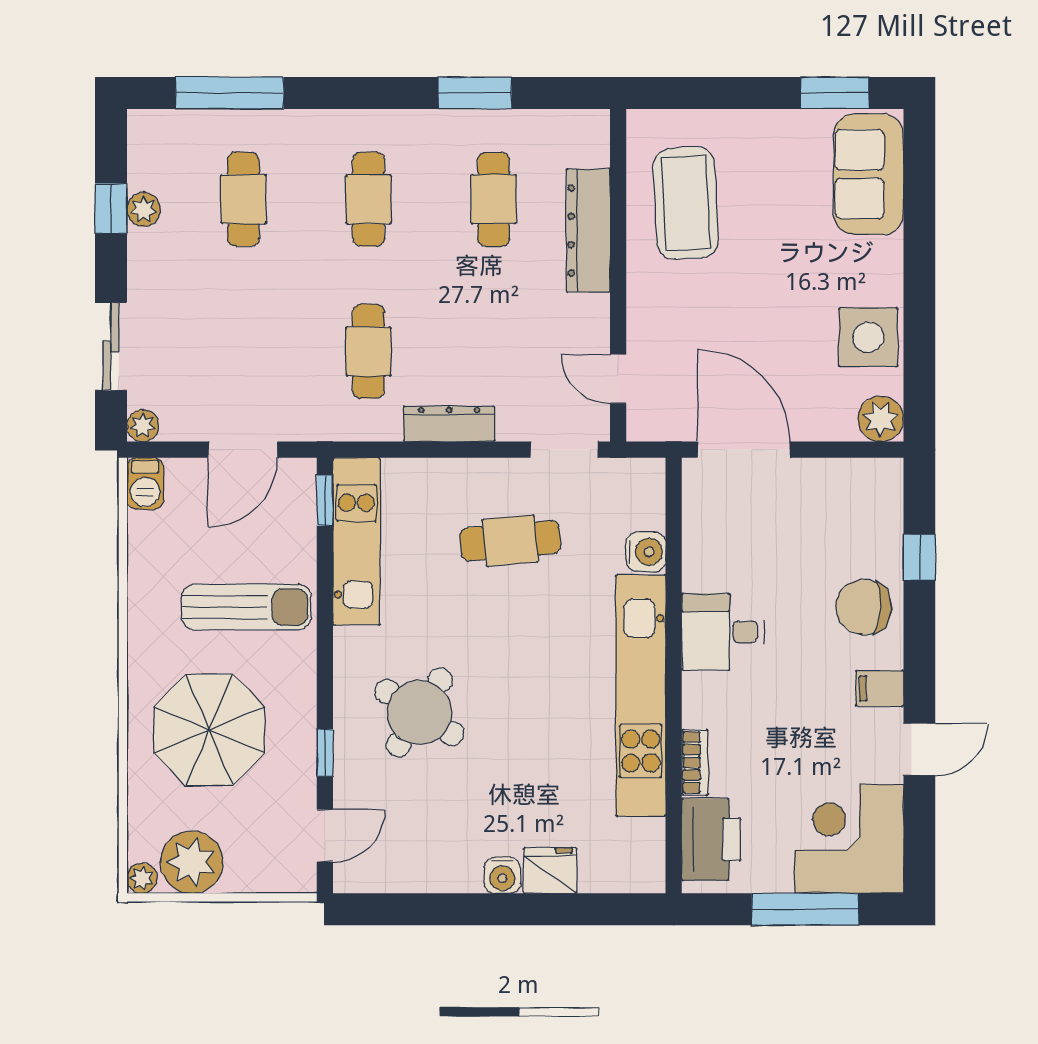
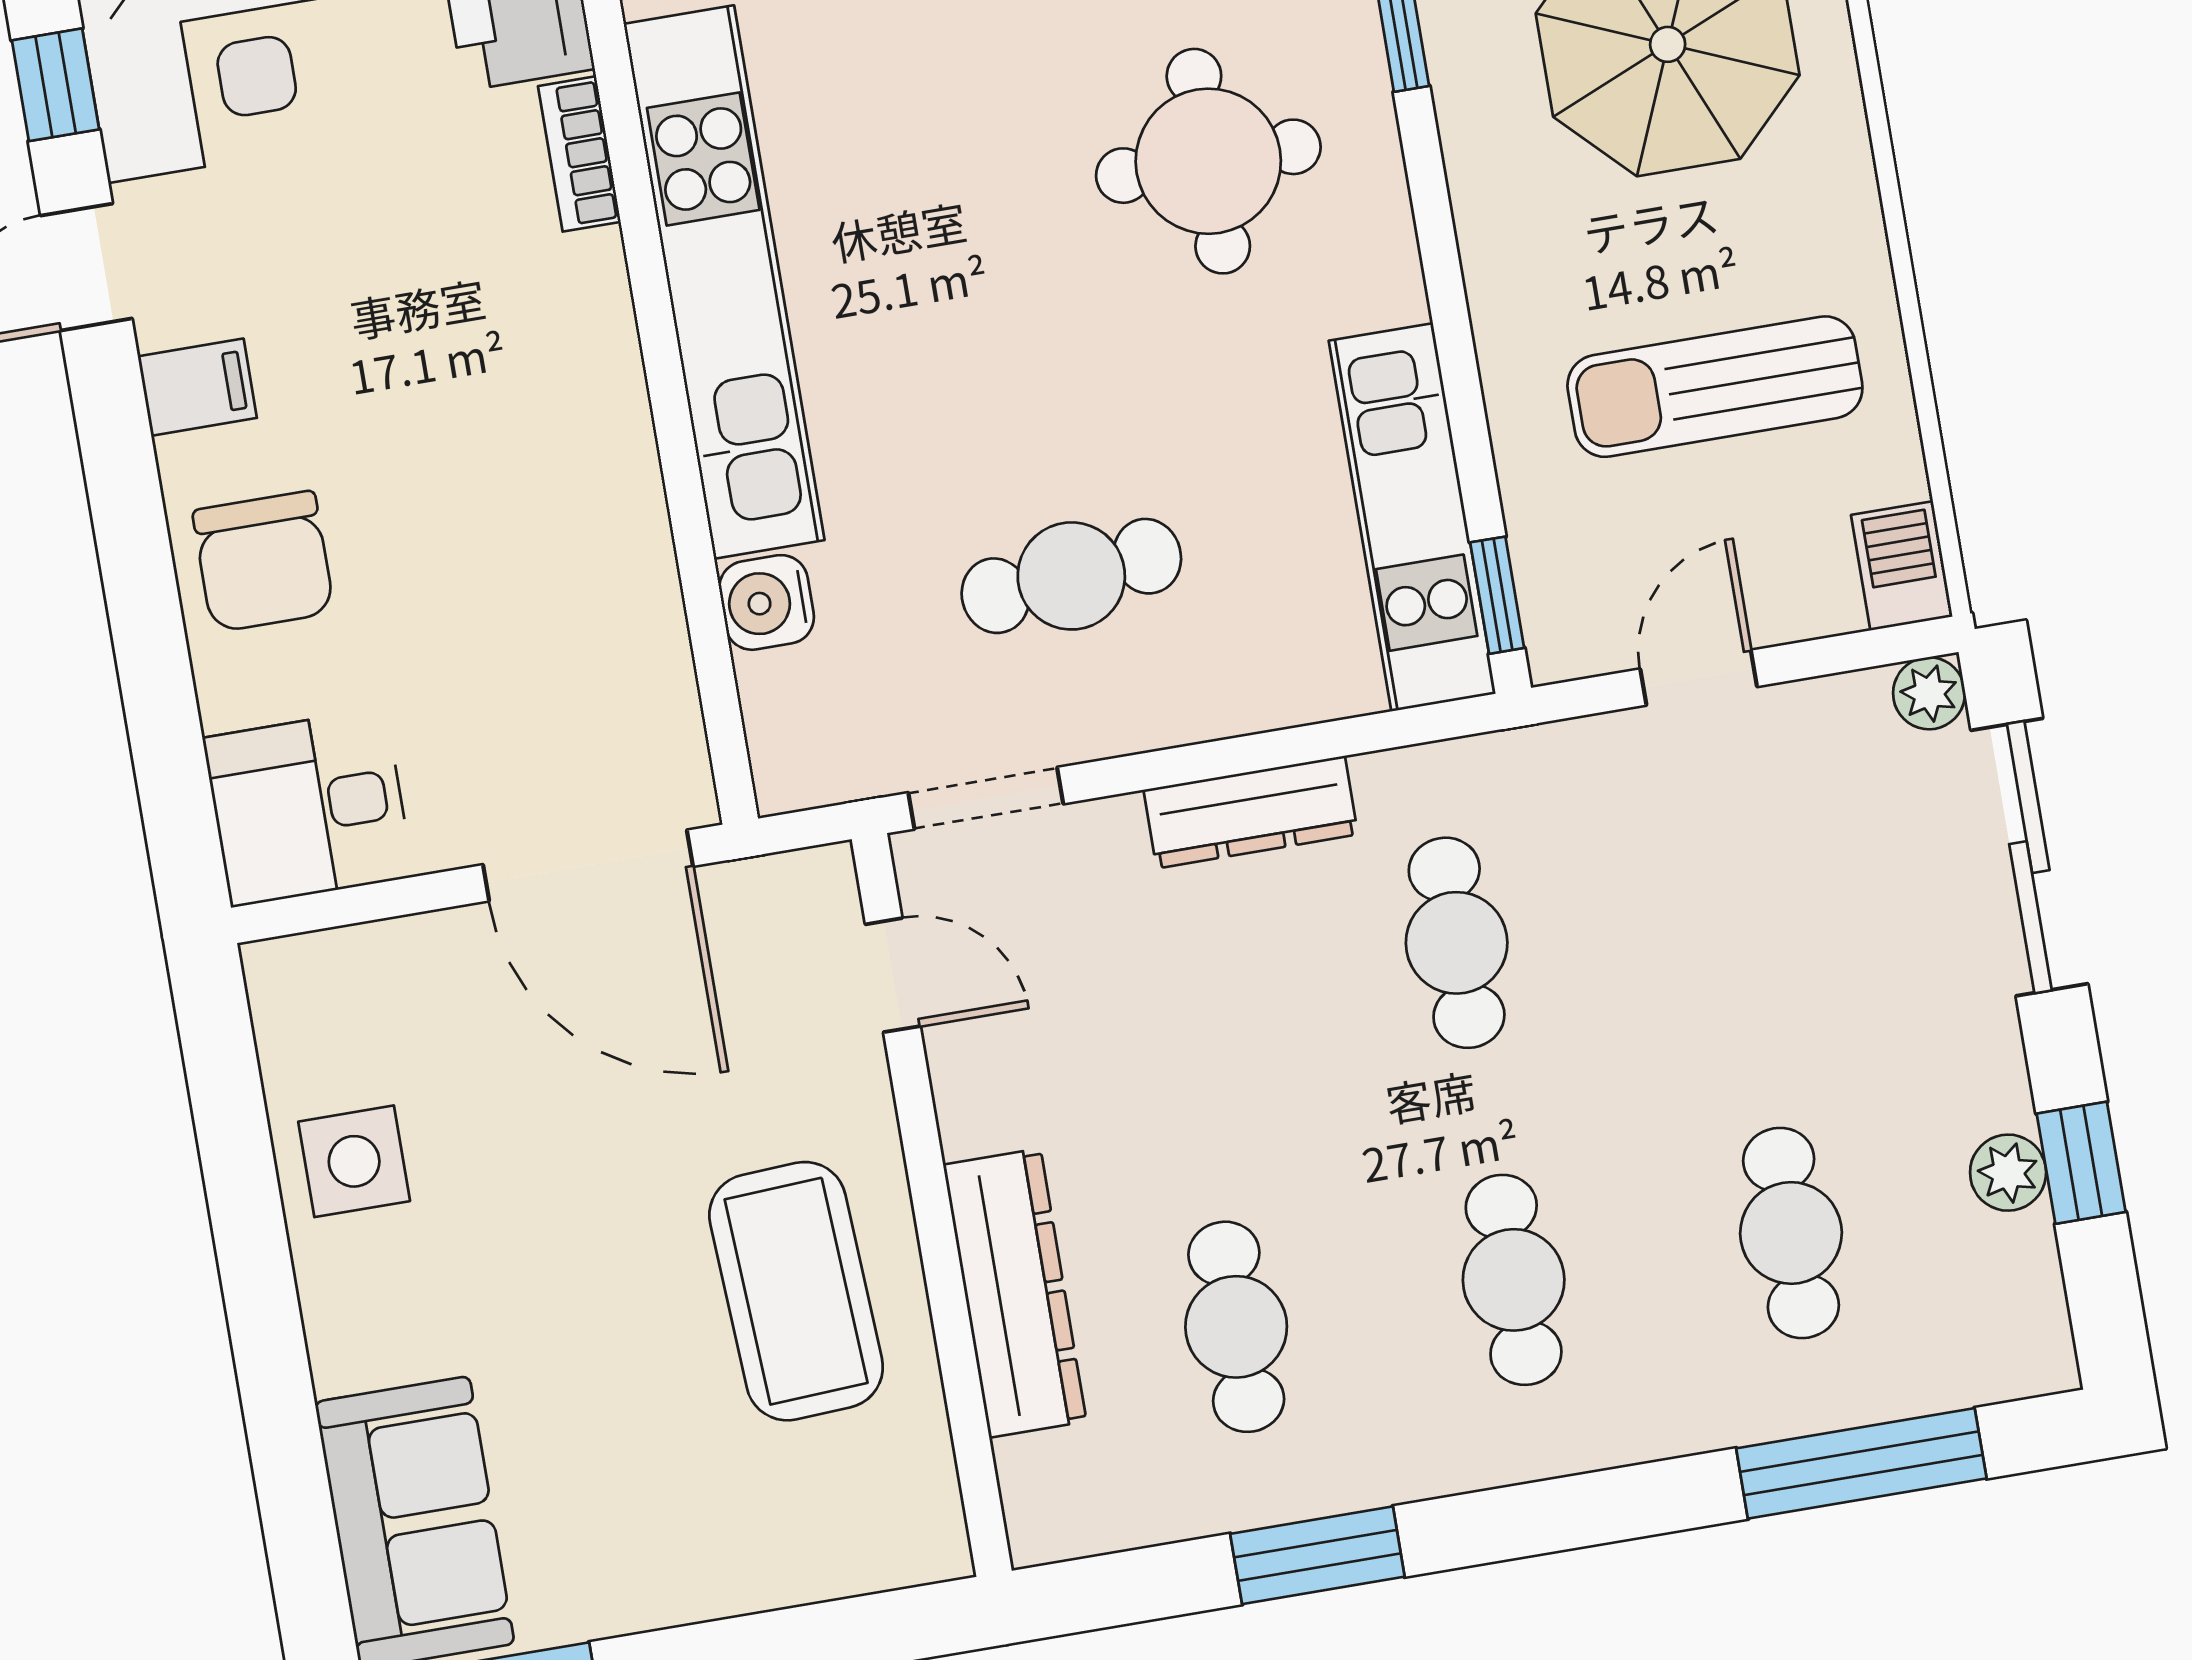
coffee table: (686, 203) -> (796, 1291), moved
side table: (868, 337) -> (354, 1161), width x0.73, depth x0.73
sliding door: (111, 346) -> (2029, 857), width x1.37
plant: (881, 419) -> (296, 985), removed
door: (243, 450) -> (1699, 678), width x0.73
window: (919, 557) -> (56, 85), moved
sun lounger: (246, 607) -> (1715, 387), moved
chair: (864, 607) -> (263, 562), turned 87
desk: (723, 632) -> (308, 807), moved, turned 180
round table: (419, 713) -> (1208, 161), turned -33

